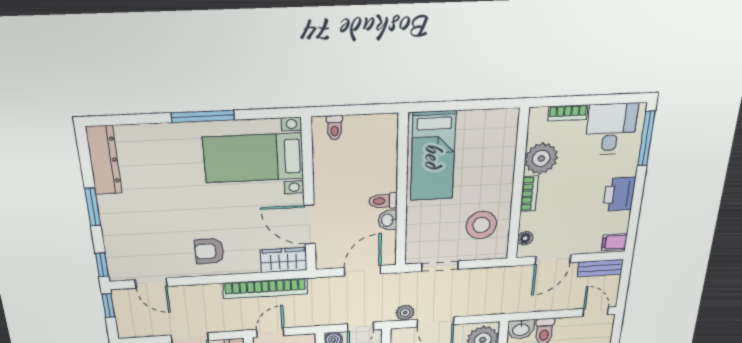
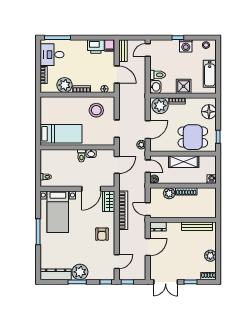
printer: (619, 194) -> (96, 47), moved
plant: (117, 211) -> (80, 272), added
door: (363, 271) -> (117, 165), swing flipped

